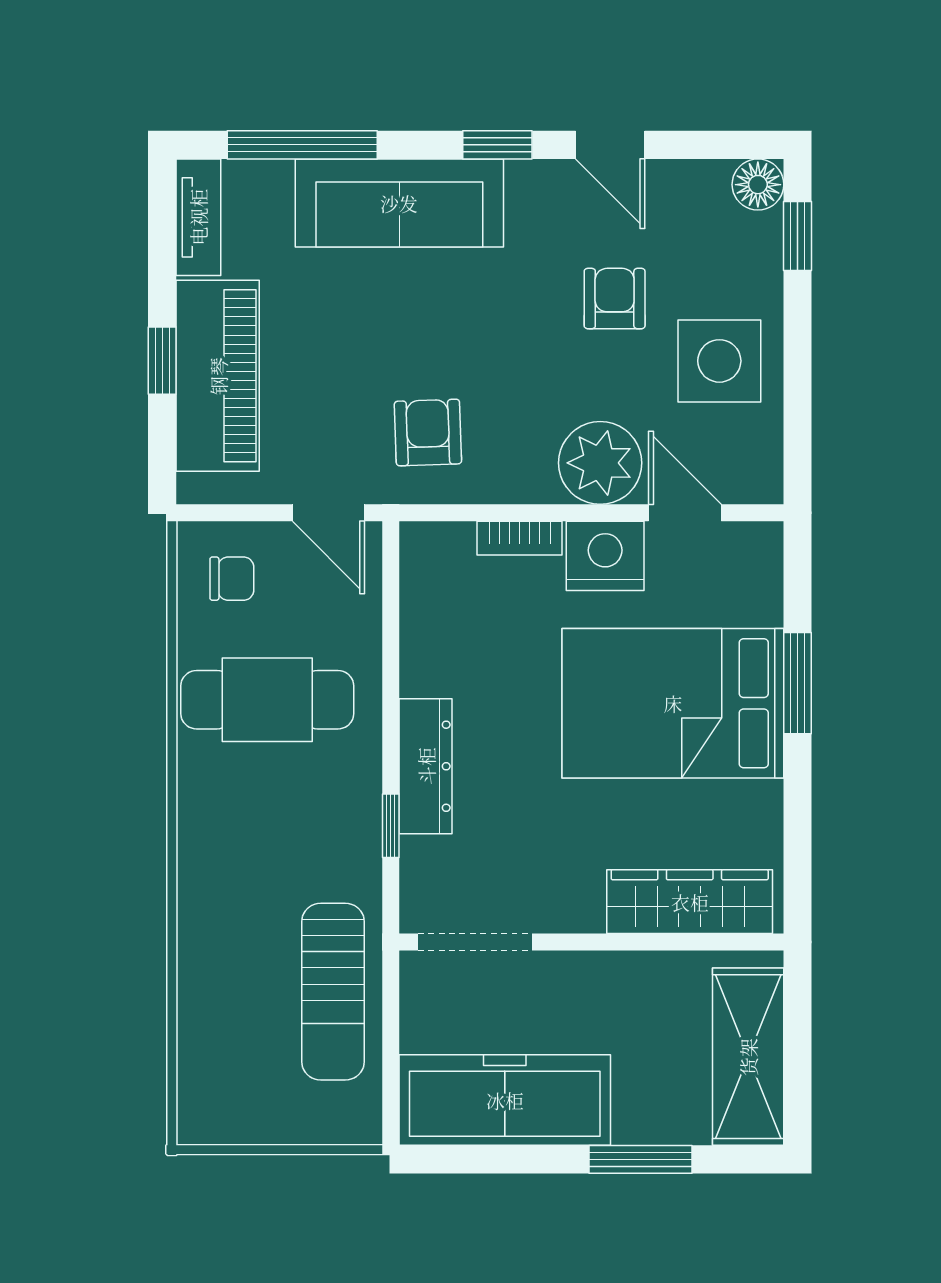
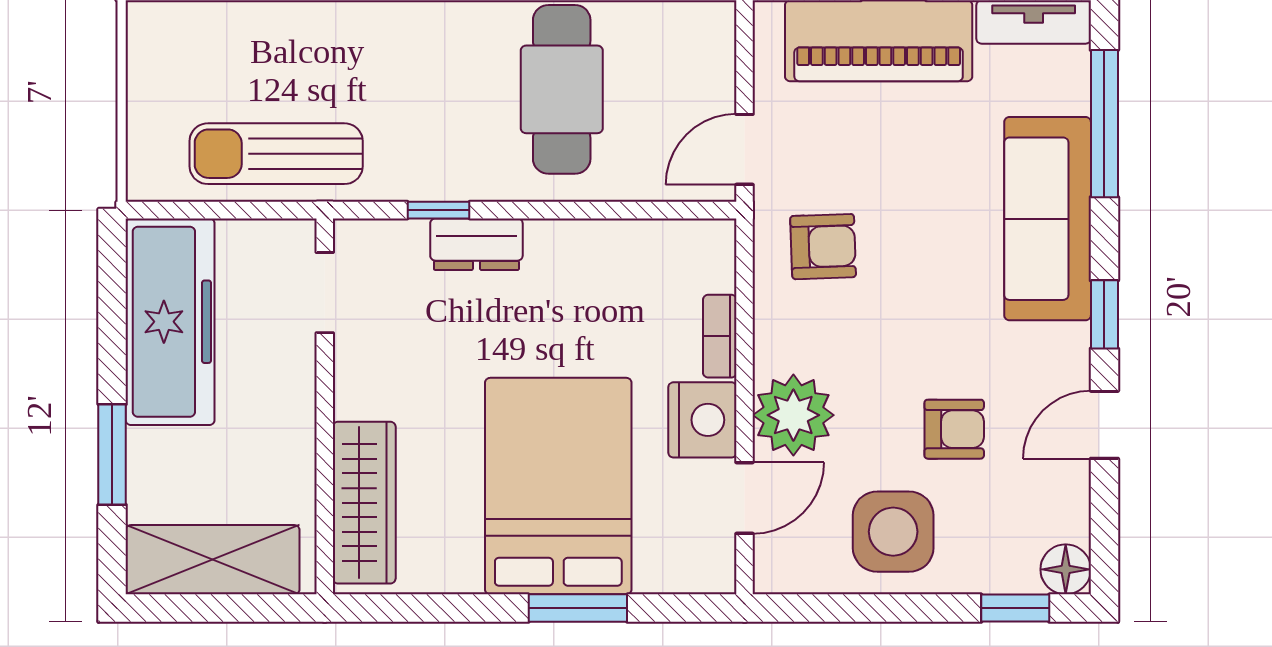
chair: (232, 579) -> (680, 55), removed
dresser: (426, 766) -> (476, 244), width x0.70
doorway: (475, 942) -> (325, 293), width x0.73

